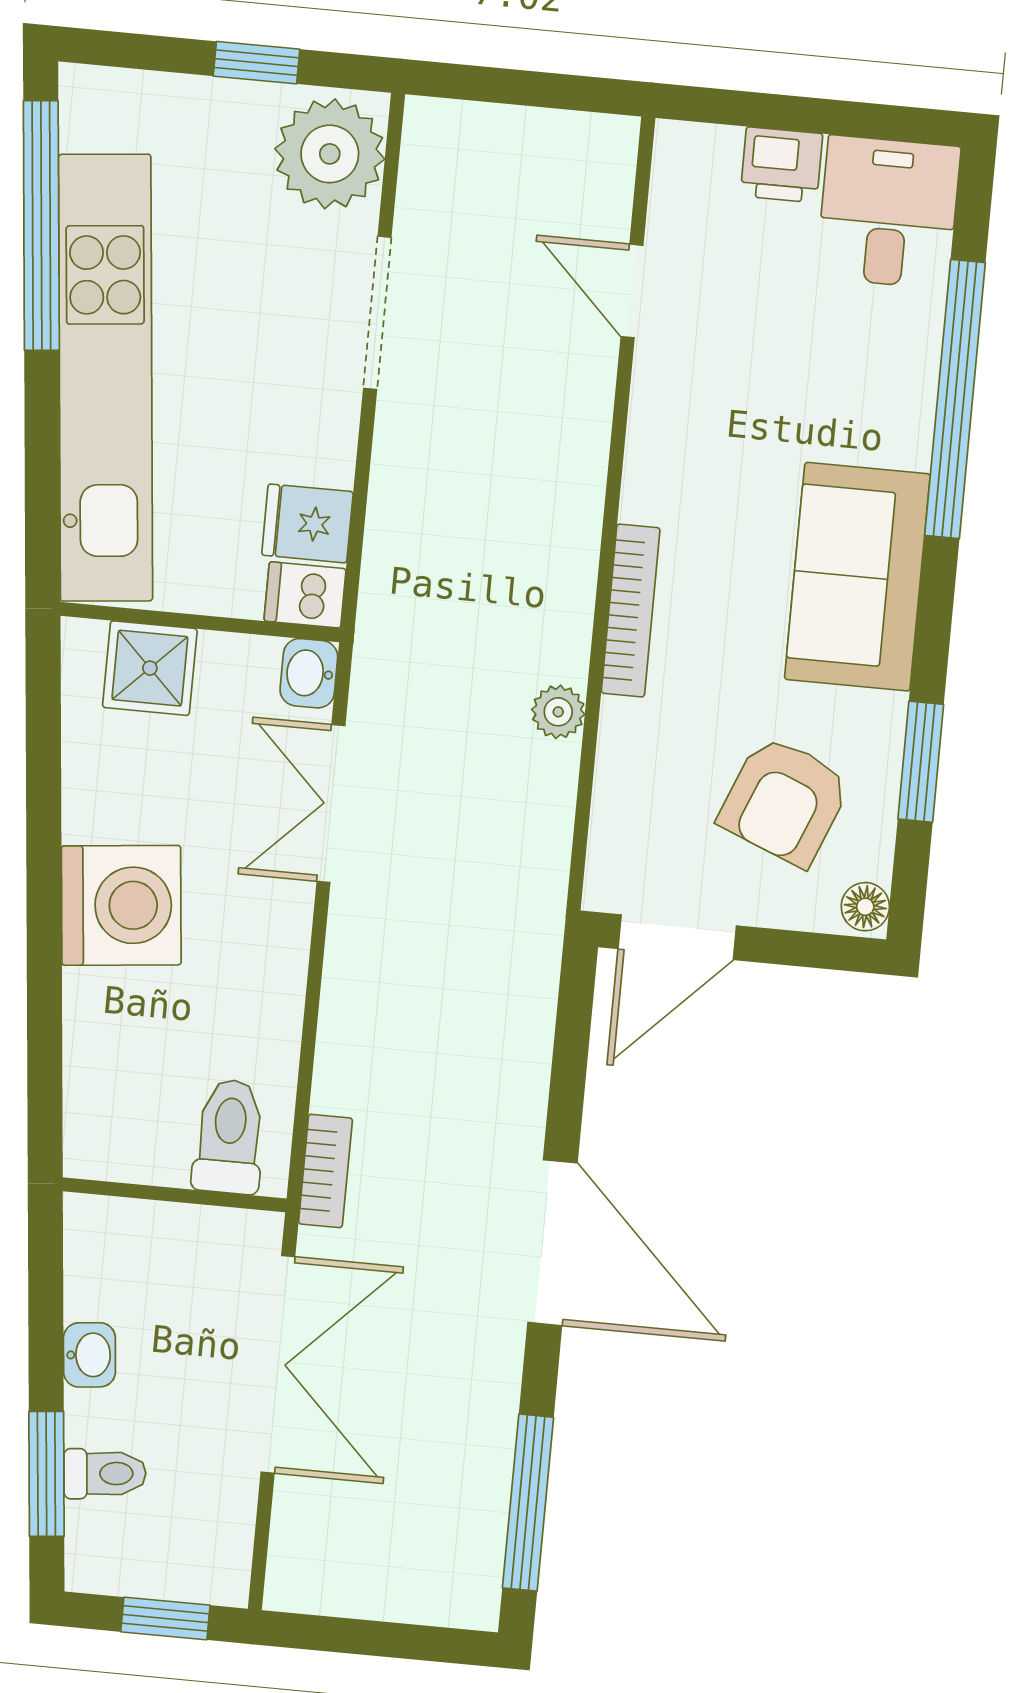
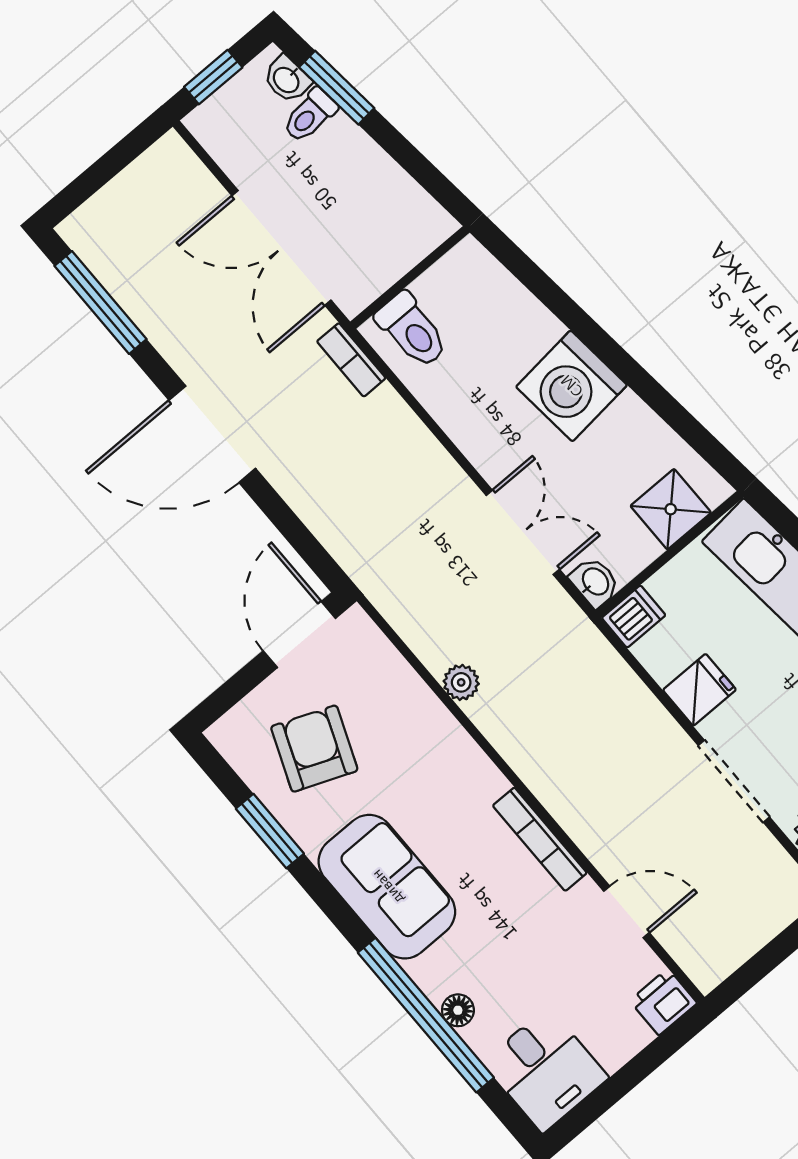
printer: (781, 165) -> (663, 1002), moved
fridge: (307, 523) -> (699, 690), moved
bookcase: (631, 611) -> (540, 839), moved
floor lamp: (865, 907) -> (458, 1010), moved
washbasin: (89, 1355) -> (287, 79), moved

